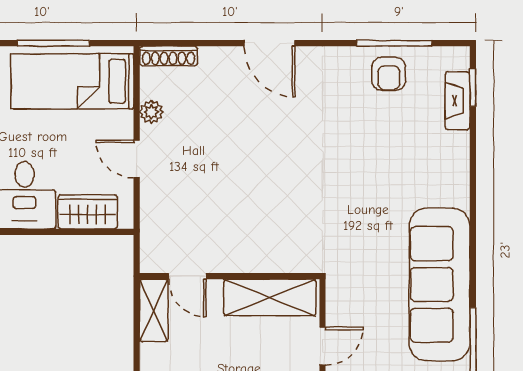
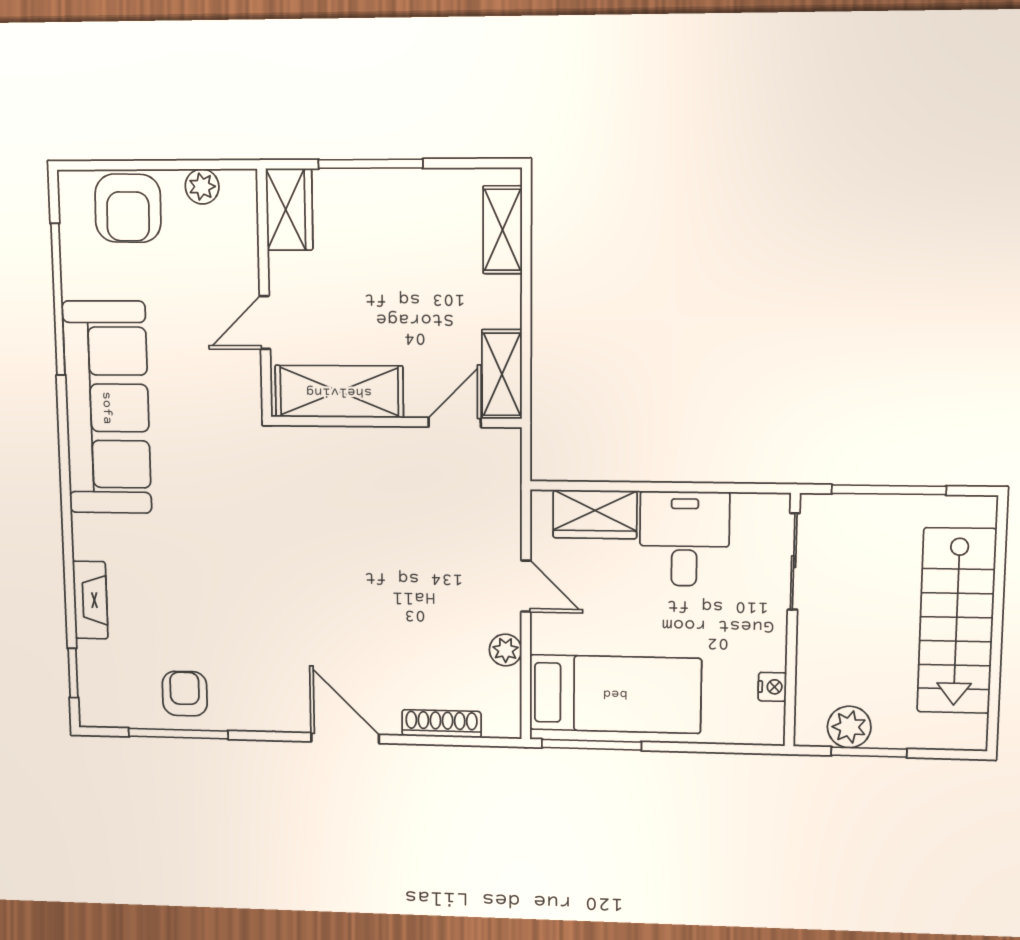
window: (53, 43) -> (591, 745), moved
shoe rack: (169, 56) -> (442, 724), moved
fireplace: (458, 101) -> (90, 600), moved
door: (187, 276) -> (455, 422), hinge flipped

